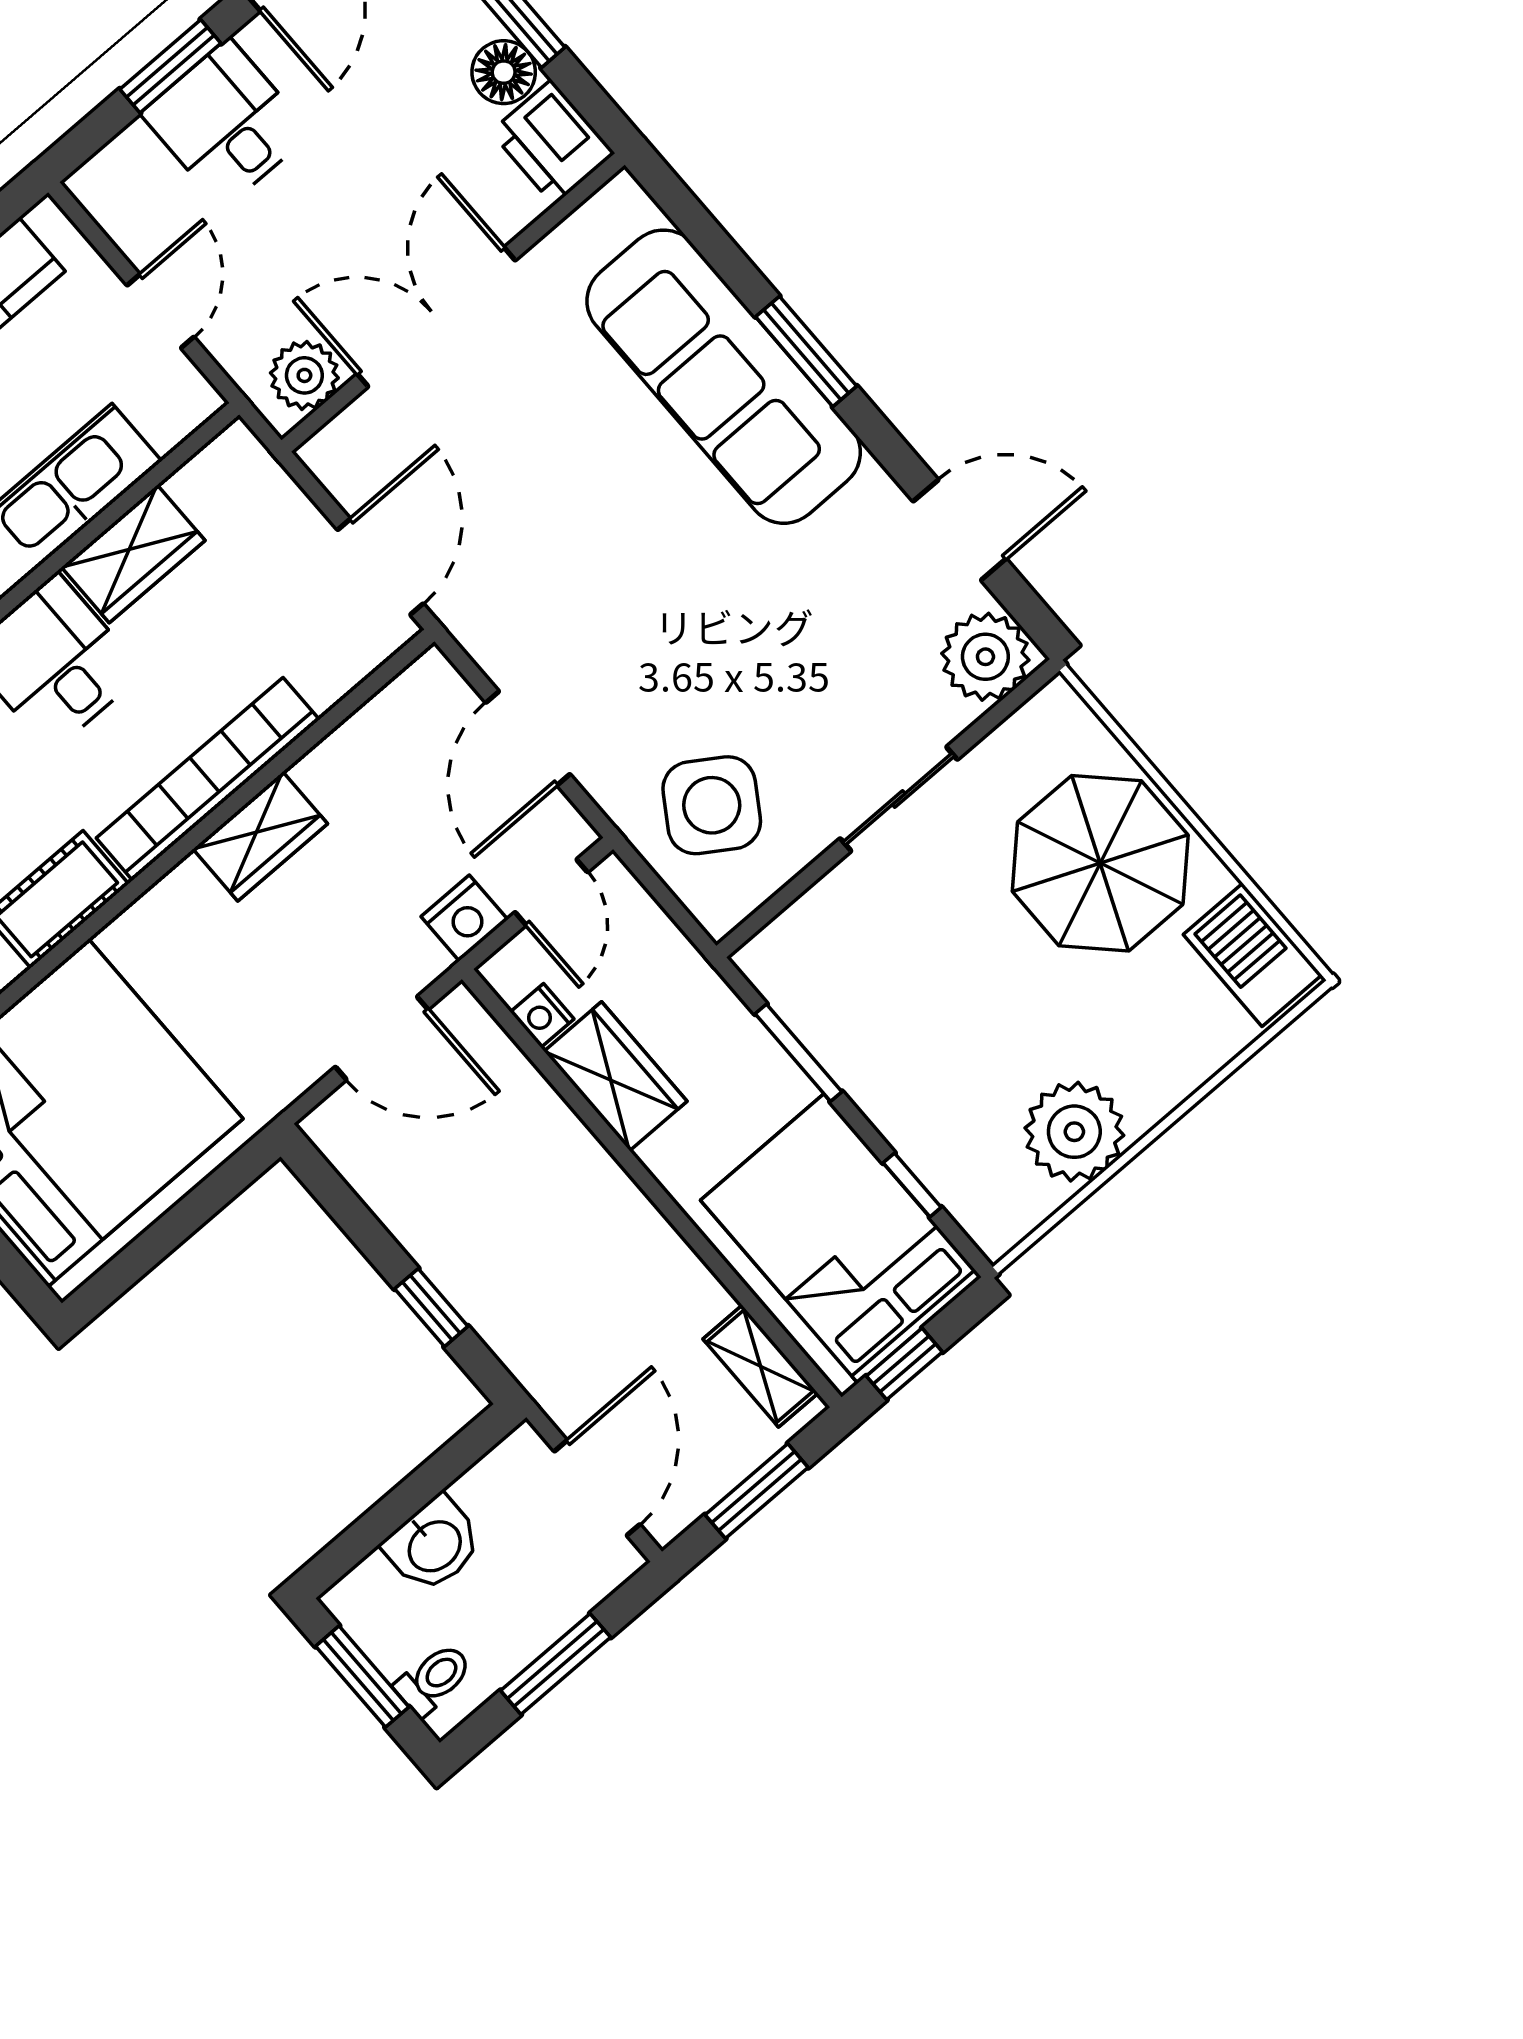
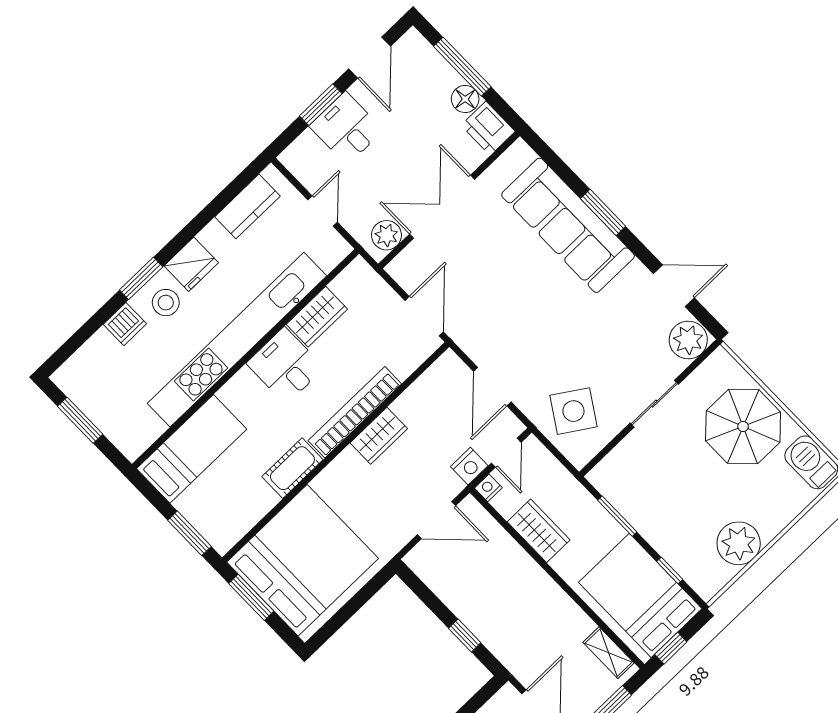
nightstand: (542, 1015) -> (488, 488), moved, turned 90

